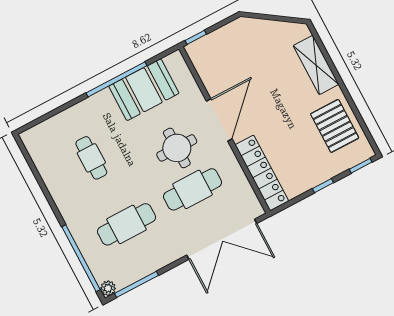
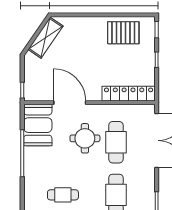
shelving: (316, 65) -> (45, 38), moved, turned -56
booth: (144, 90) -> (38, 125), moved
door: (219, 120) -> (70, 103), moved

